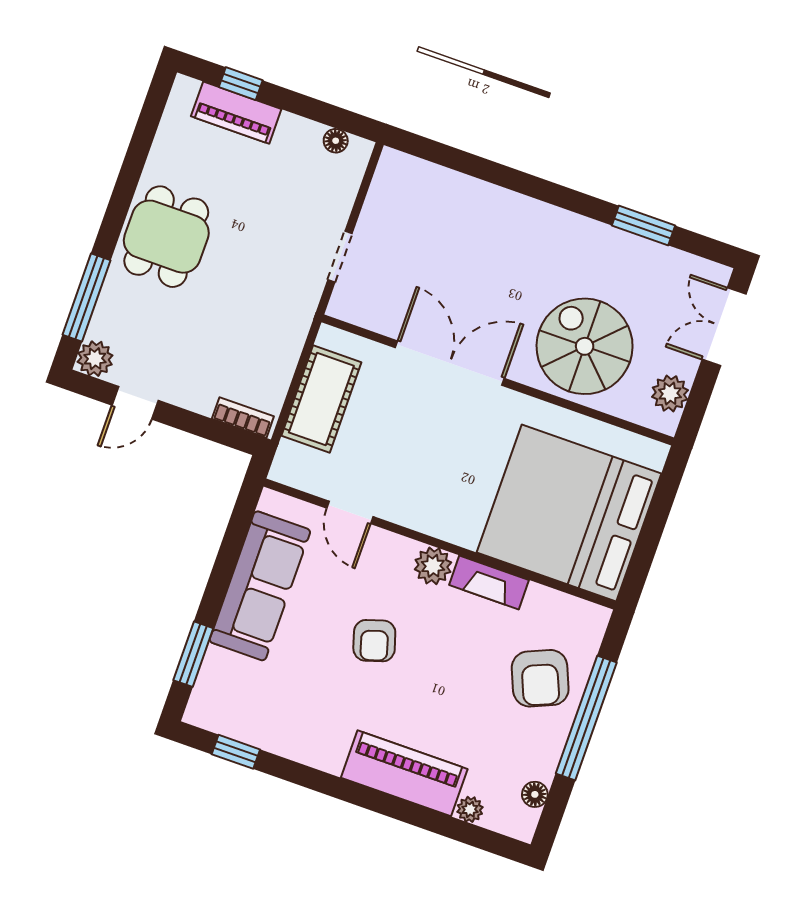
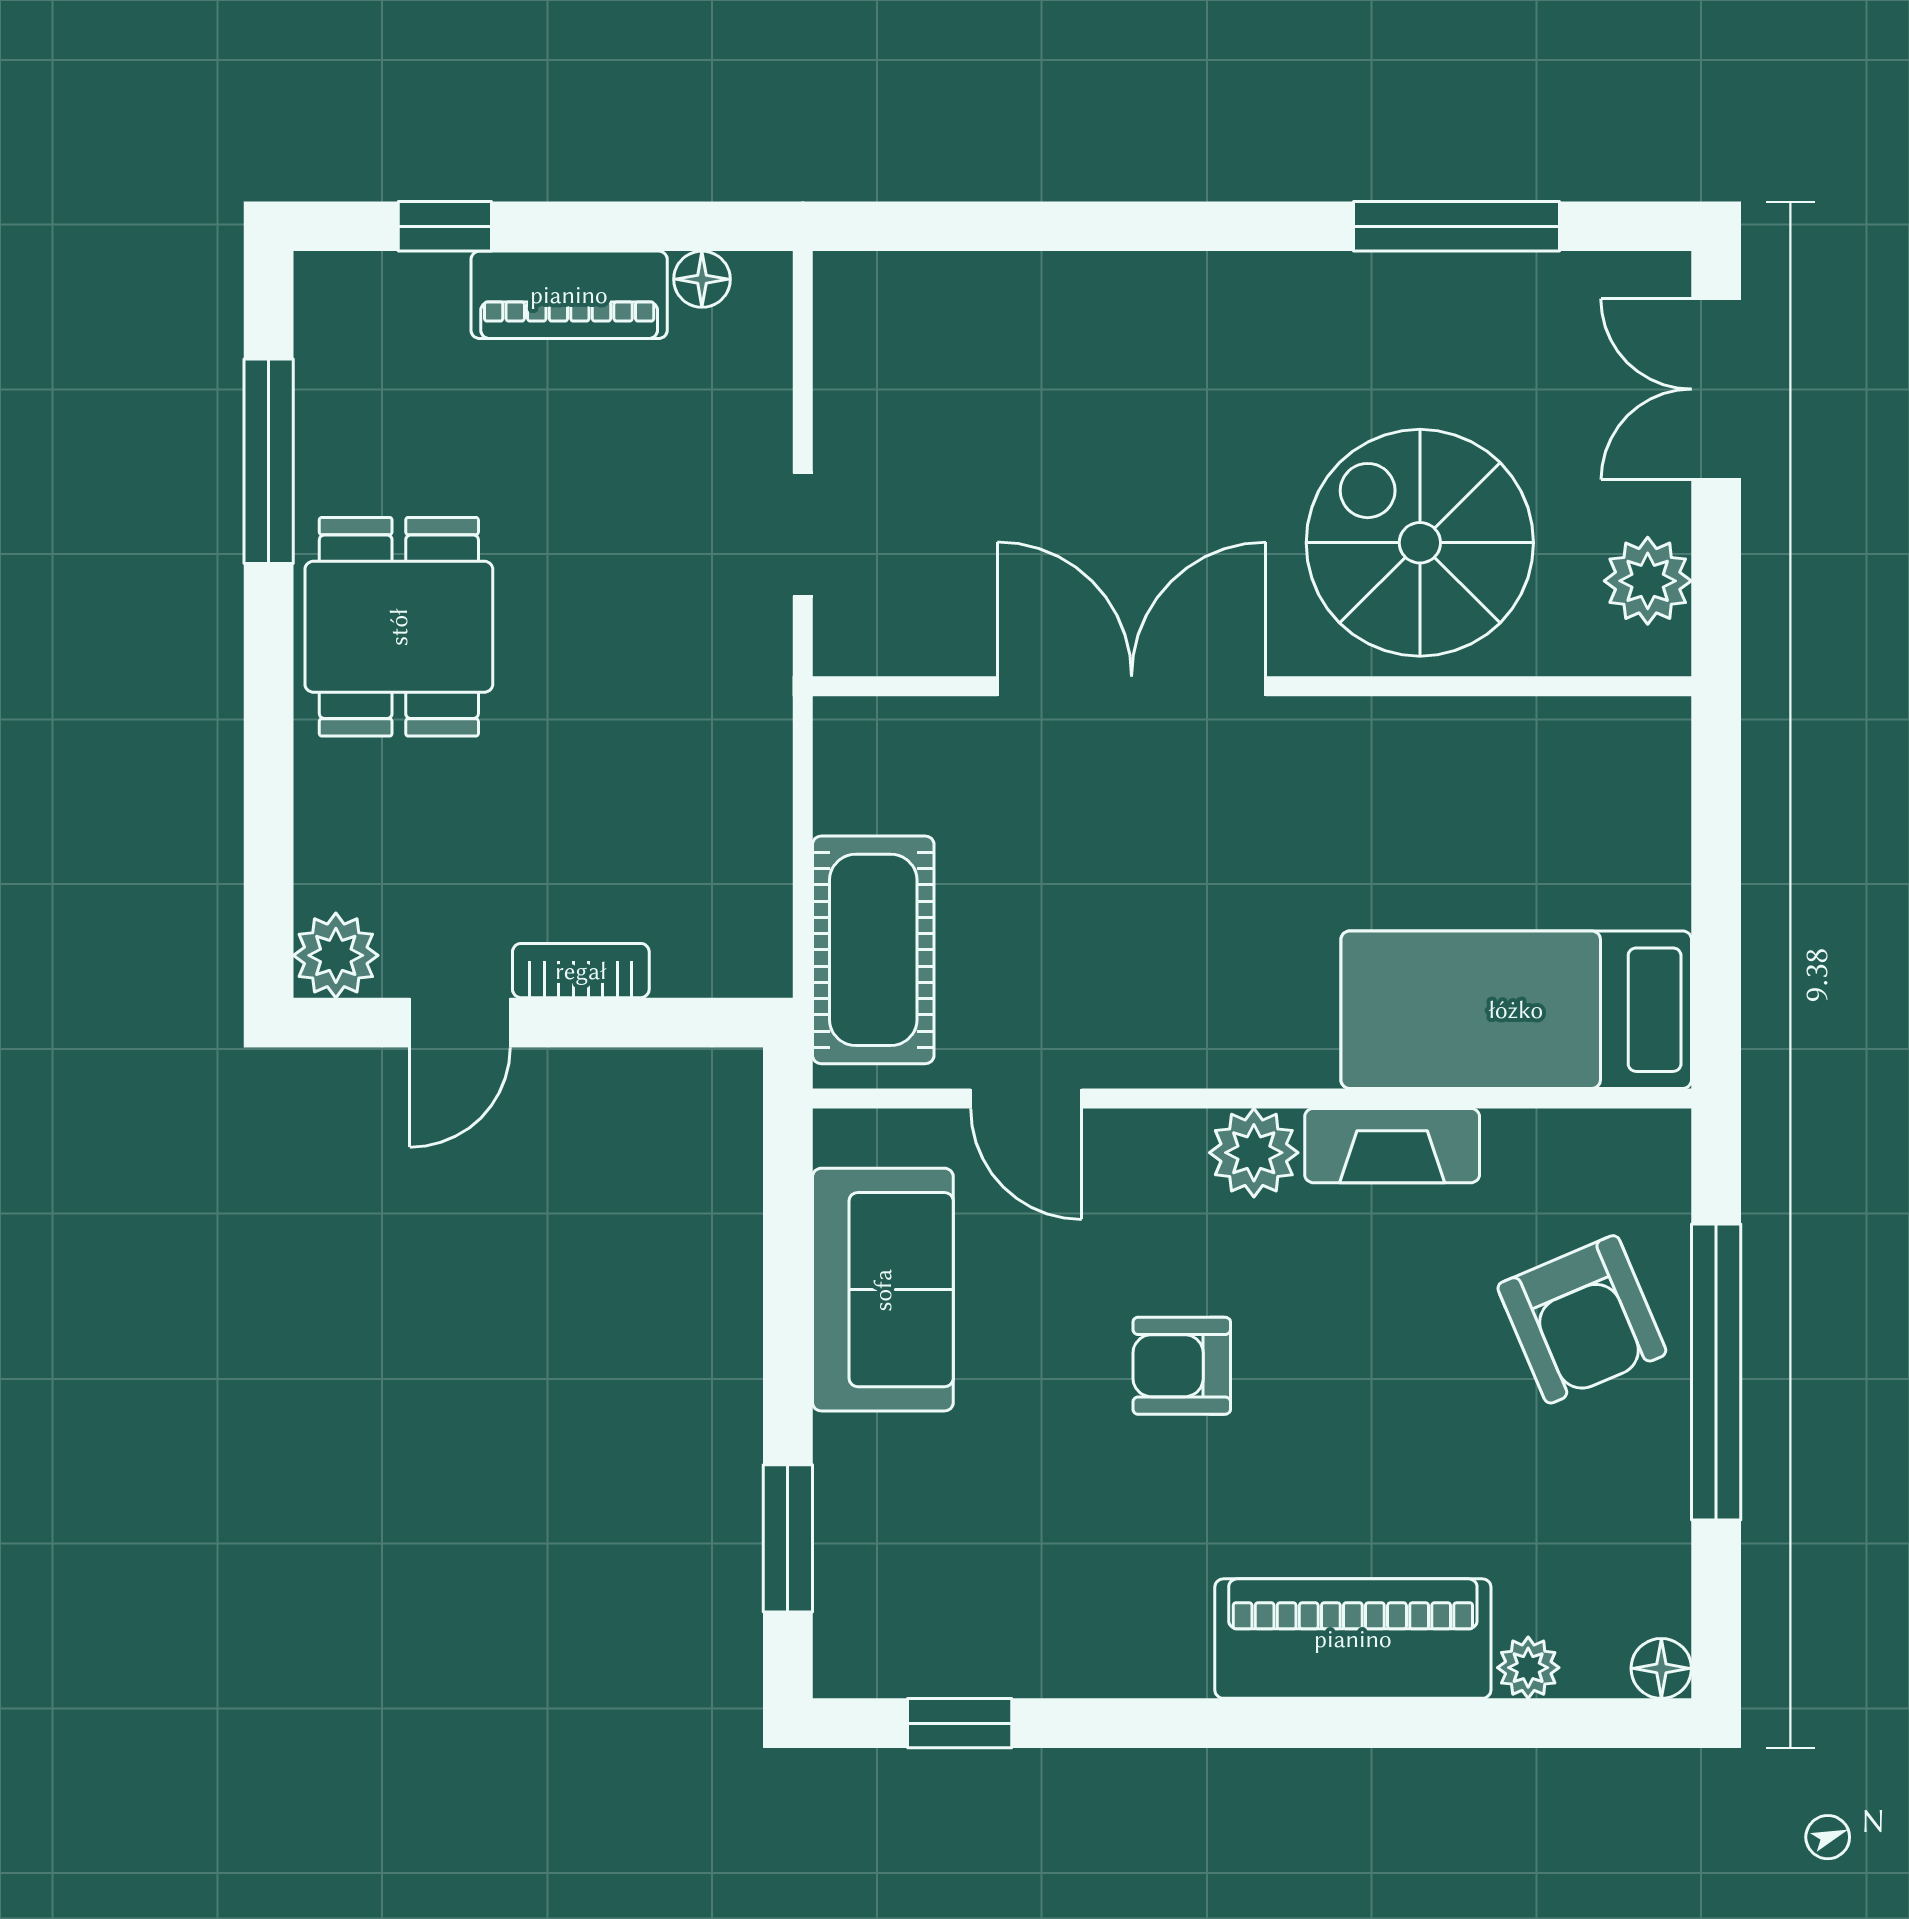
piano: (236, 113) -> (569, 295), moved
window: (644, 225) -> (1457, 226), width x1.44
window: (87, 298) -> (269, 461), moved
cot: (321, 399) -> (873, 950), moved
bookcase: (243, 417) -> (581, 971), moved
bed: (569, 513) -> (1516, 1010), width x0.49
sofa: (260, 586) -> (883, 1290), width x0.73
armchair: (374, 641) -> (1182, 1366), turned 107
floor lamp: (535, 794) -> (1661, 1668), moved

